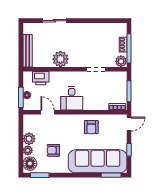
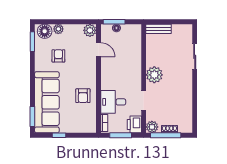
bench: (28, 51) -> (159, 29), width x0.73
plant: (60, 59) -> (154, 75), moved
printer: (41, 78) -> (134, 124), moved
desk: (72, 98) -> (113, 102), moved
door: (47, 112) -> (98, 50), hinge flipped
door: (129, 124) -> (86, 135), removed
armchair: (91, 127) -> (83, 96), turned -90
plant: (29, 139) -> (90, 30), moved

